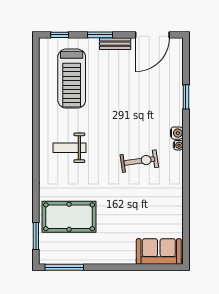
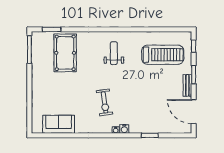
treadmill: (72, 79) -> (163, 55), turned 180
sofa: (159, 252) -> (59, 124), moved, turned -90

